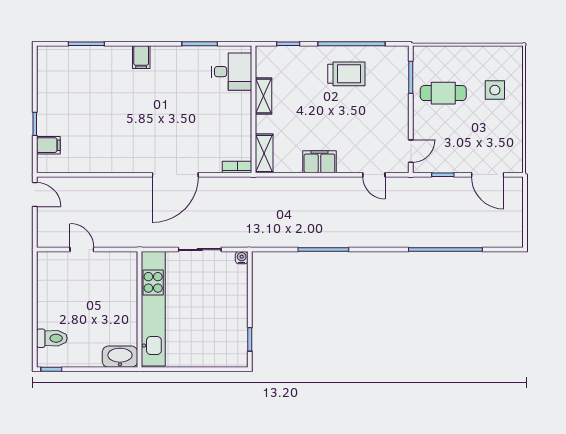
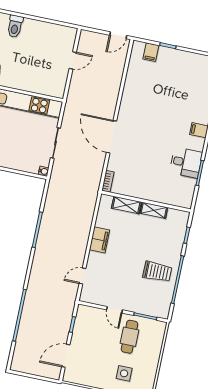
desk: (231, 72) -> (186, 163), moved, turned -90
trolley: (346, 74) -> (157, 272), turned -90
door: (411, 151) -> (115, 310), moved
shelving: (264, 153) -> (126, 205), moved

